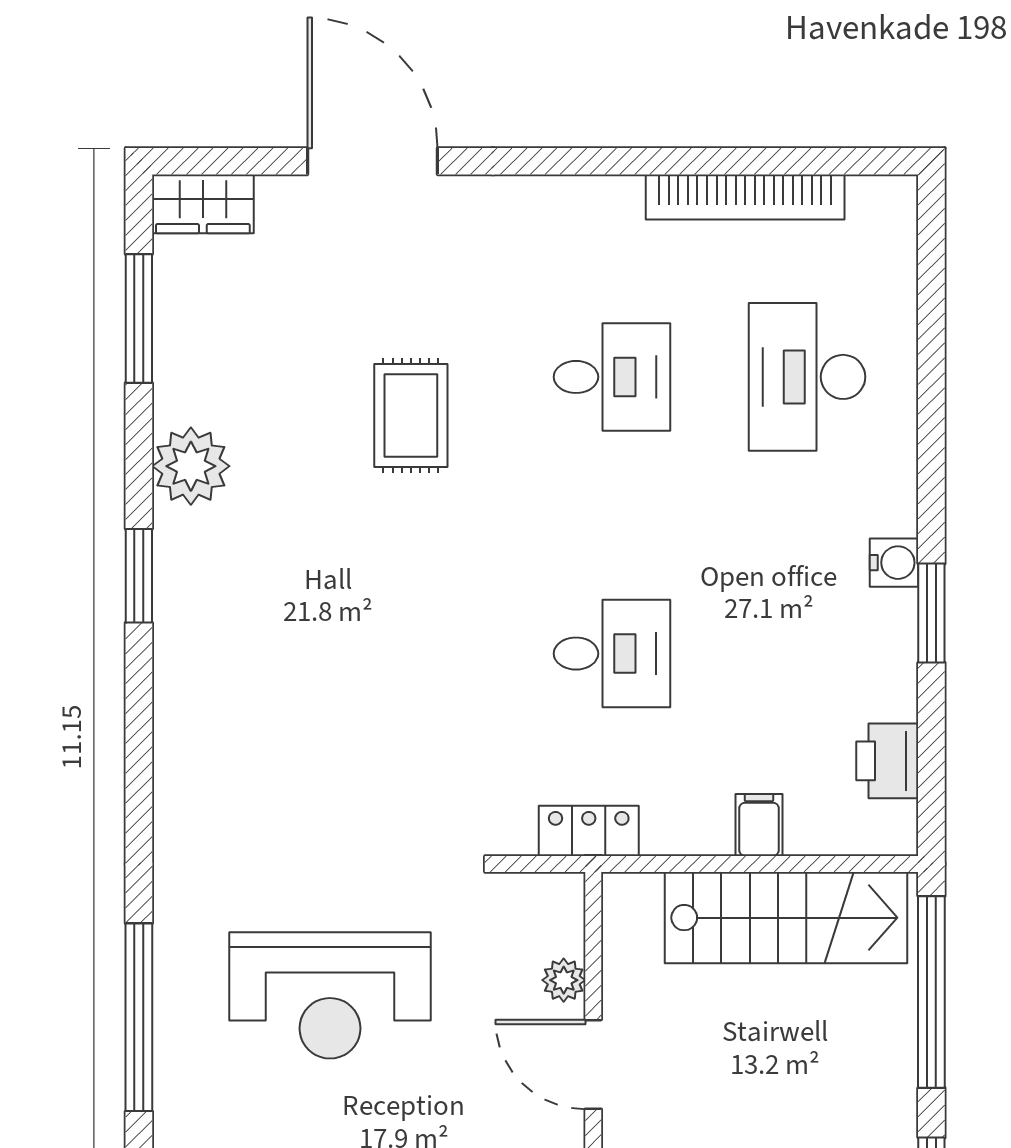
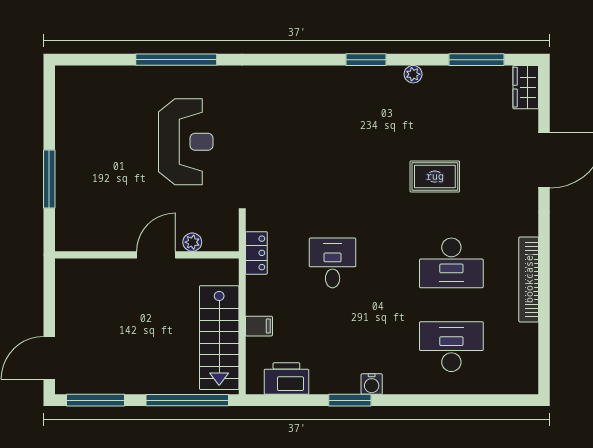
bookcase: (745, 197) -> (529, 279), moved
desk: (612, 377) -> (451, 263), width x1.37
plant: (191, 466) -> (413, 74), width x0.53, depth x0.53
desk: (612, 654) -> (333, 263), turned 180
printer: (887, 761) -> (286, 379), width x1.37, depth x1.19
reception desk: (330, 995) -> (186, 142), turned 180

